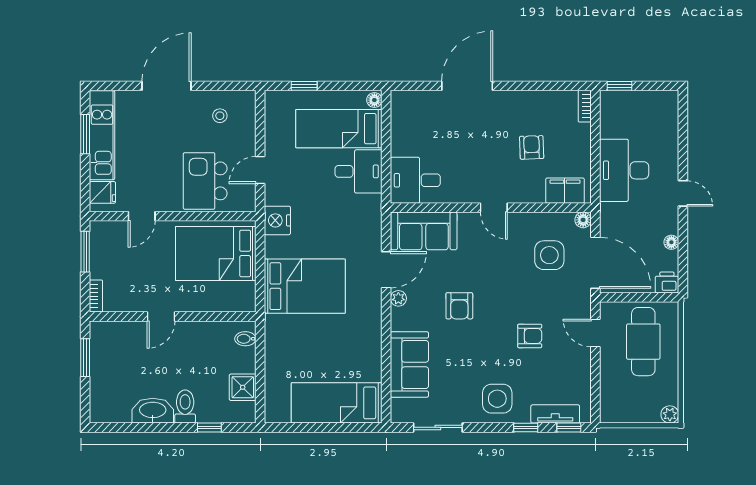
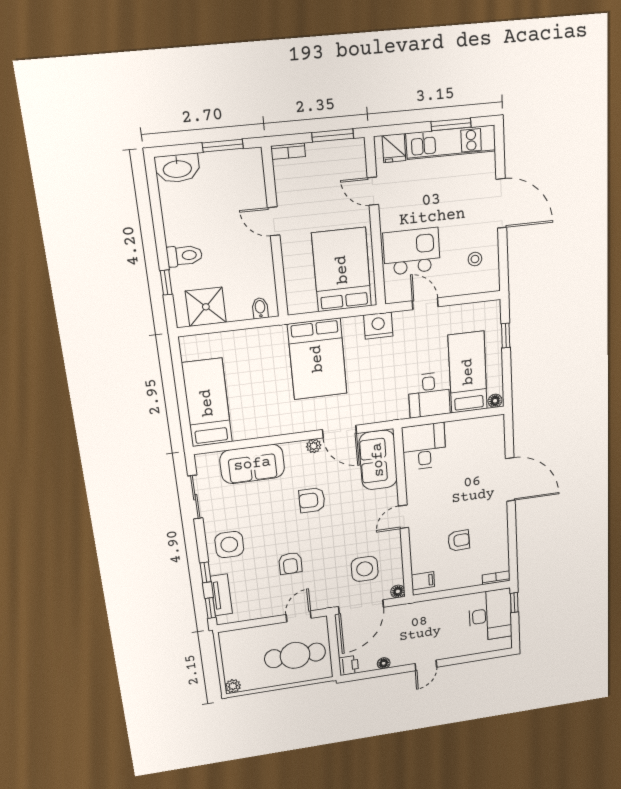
desk: (624, 170) -> (490, 615), moved, turned 90
filing cabinet: (565, 191) -> (423, 581), width x0.50
shower: (243, 387) -> (206, 307), width x1.36, depth x1.36
washbasin: (153, 411) -> (177, 168), moved, turned 90

